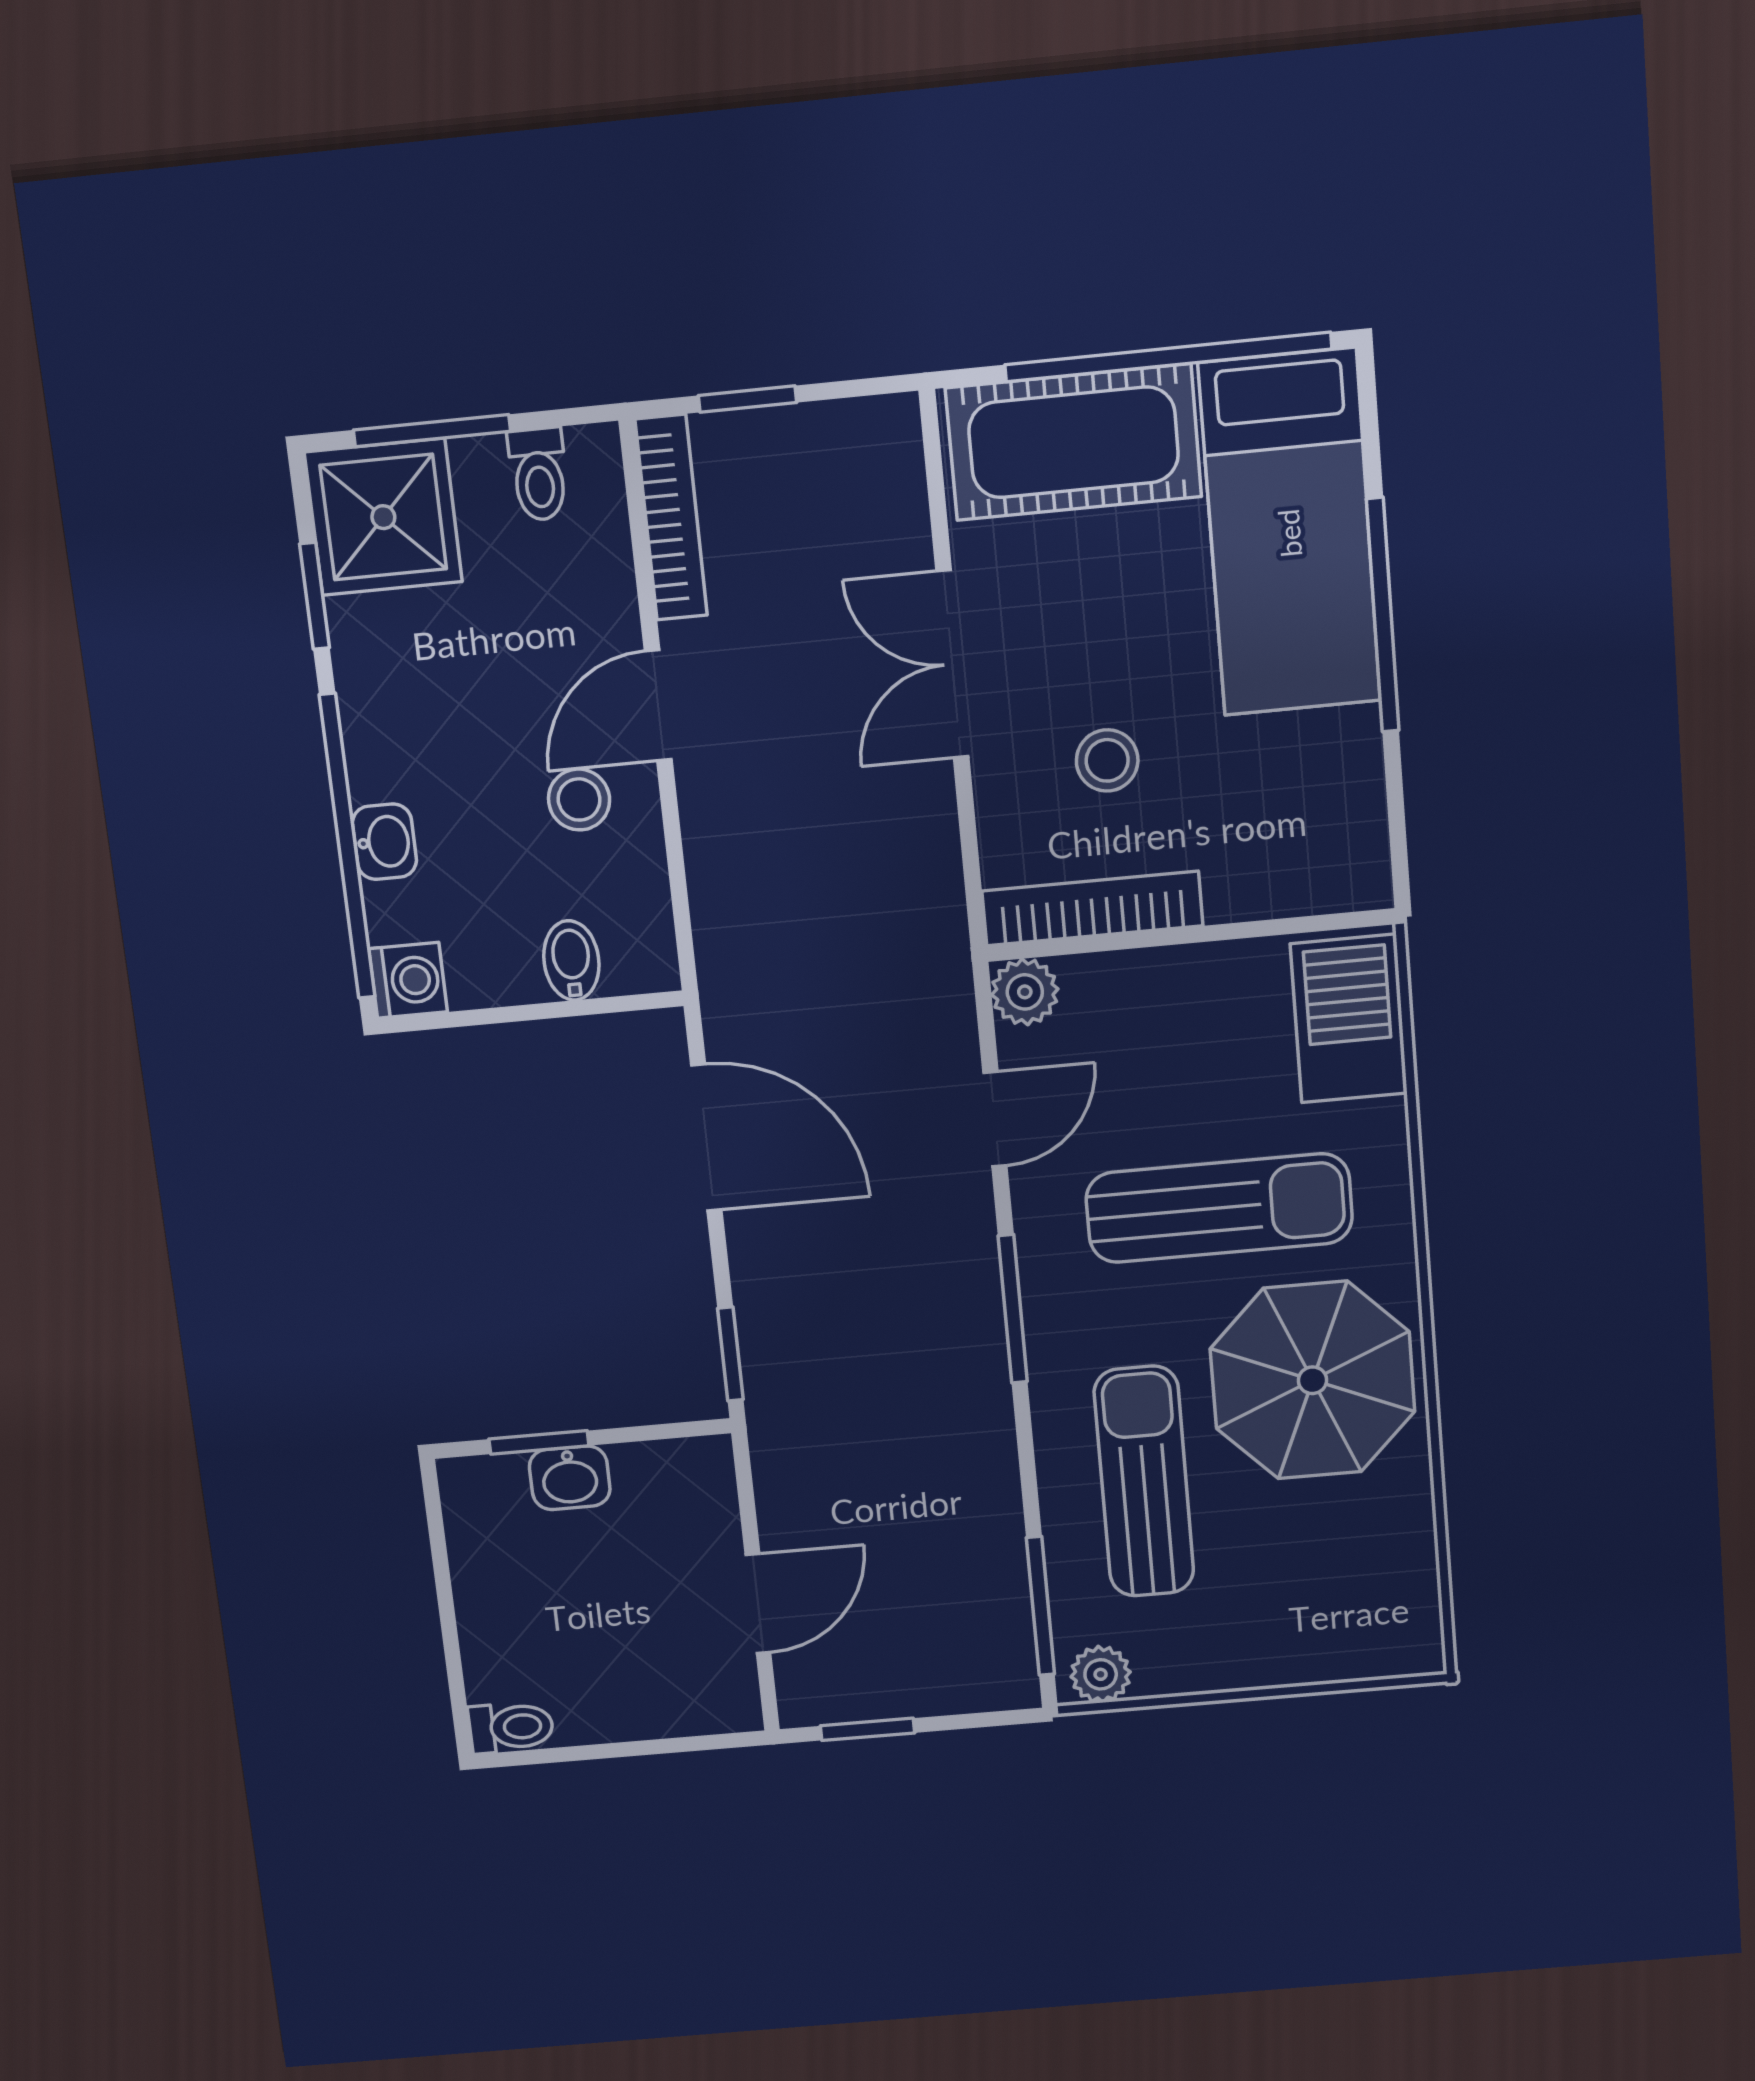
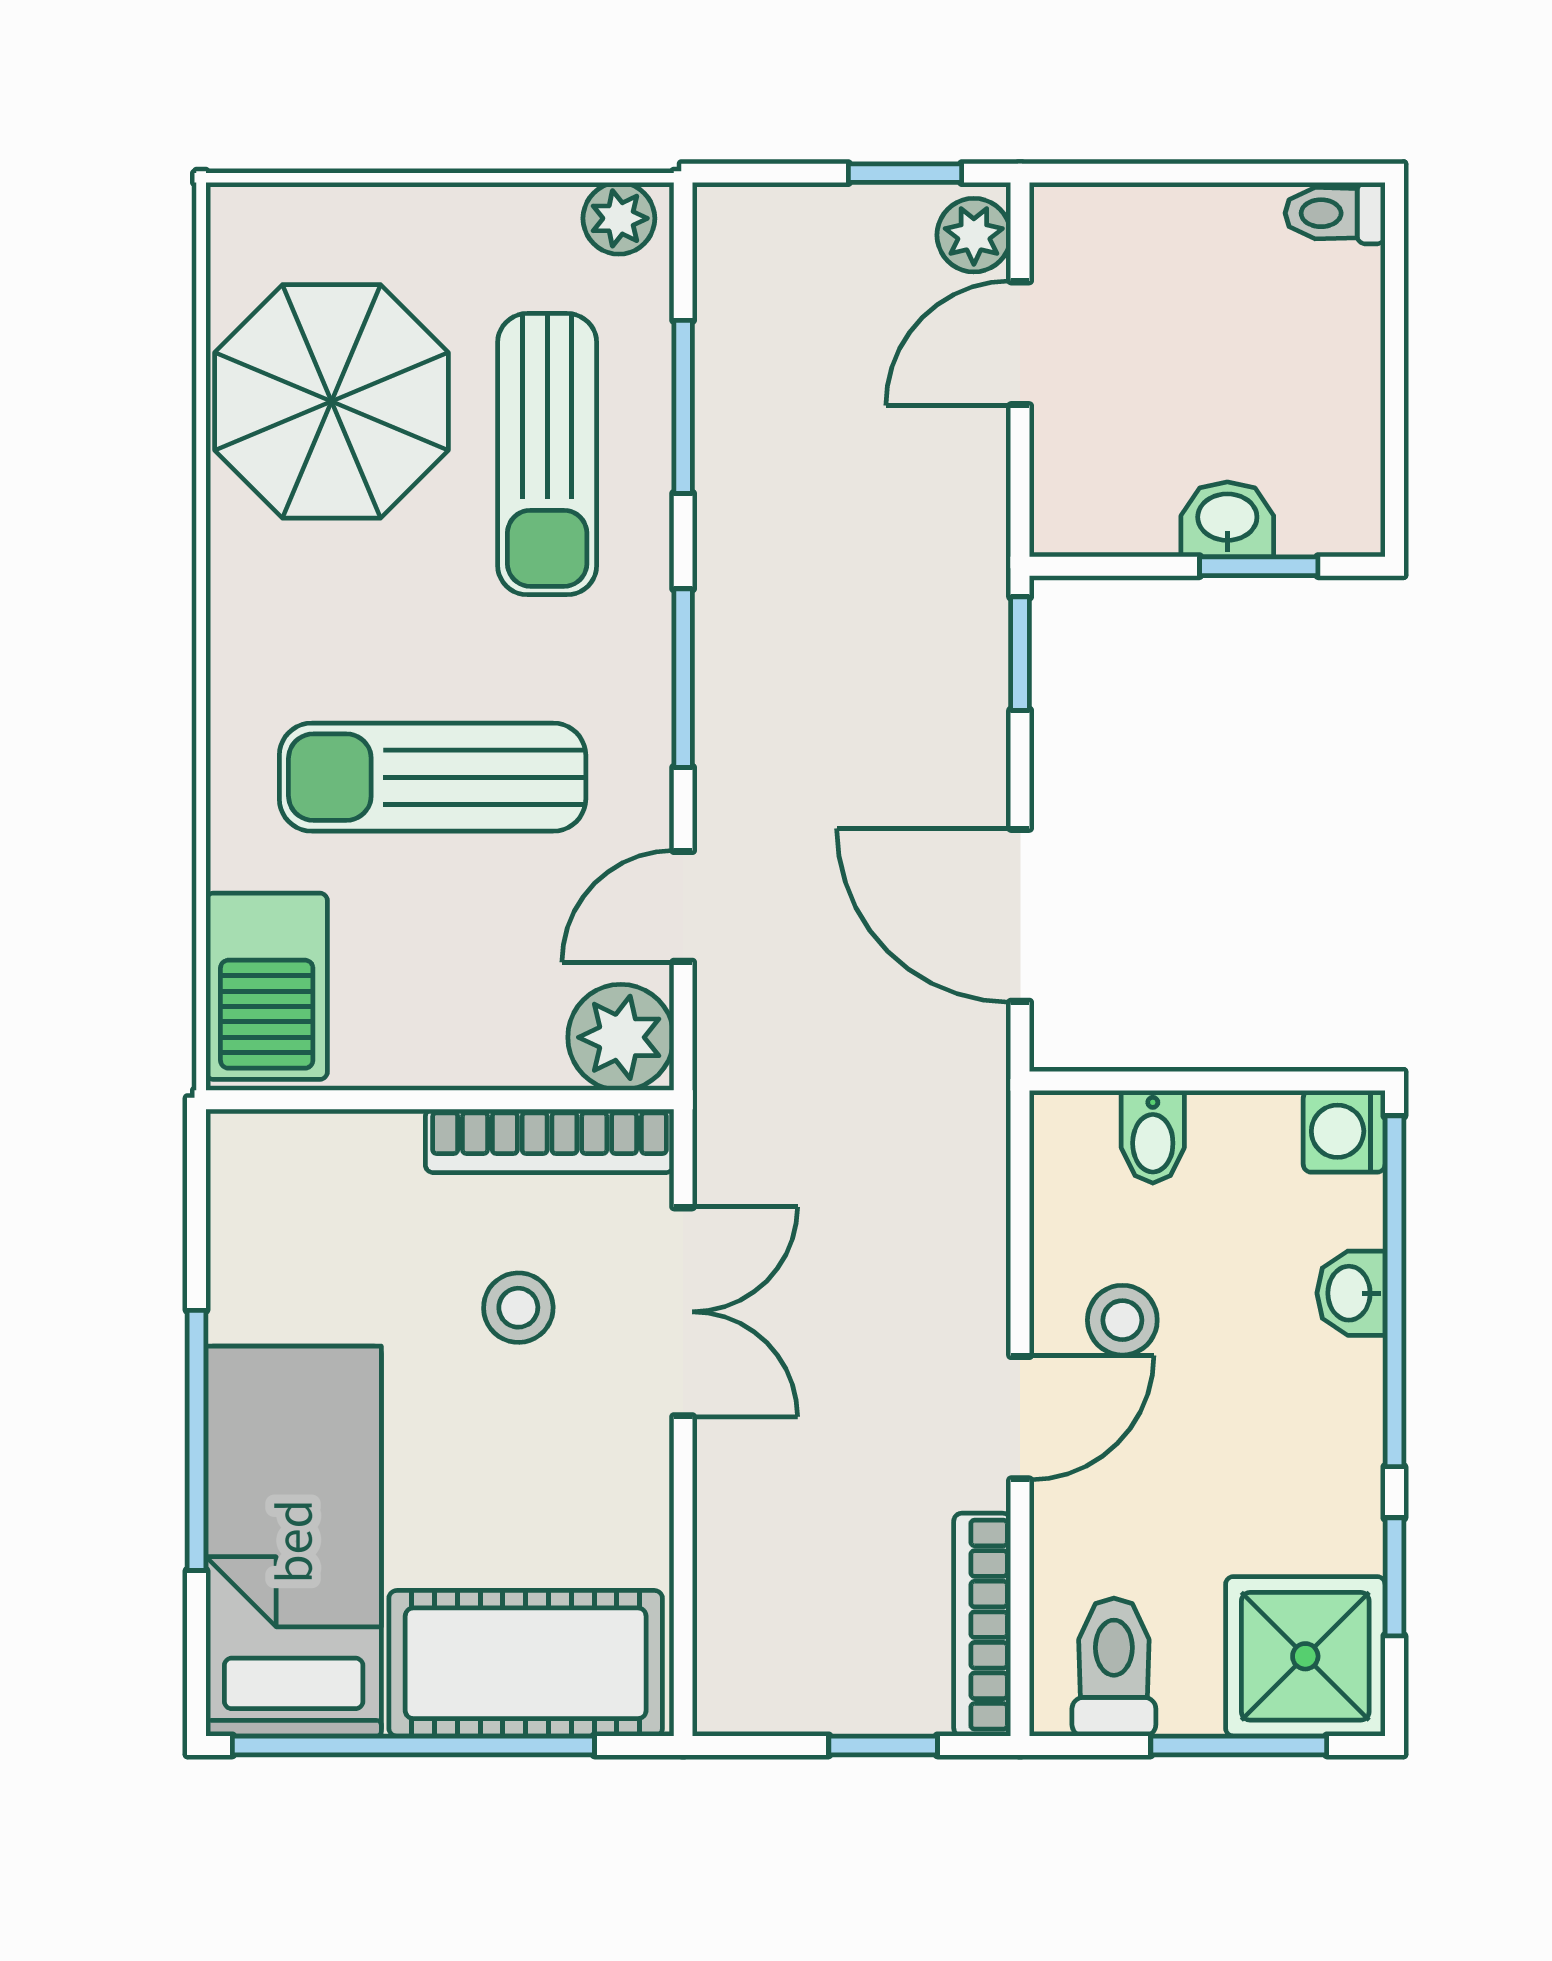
toilet: (539, 474) -> (1114, 1667), width x1.37, depth x1.39
double door: (952, 664) -> (683, 1312), moved
plant: (1025, 992) -> (621, 1037), width x1.38, depth x1.38
parasol: (1313, 1380) -> (331, 401), moved
window: (1040, 1606) -> (683, 407), moved
plant: (806, 1686) -> (974, 235), added

